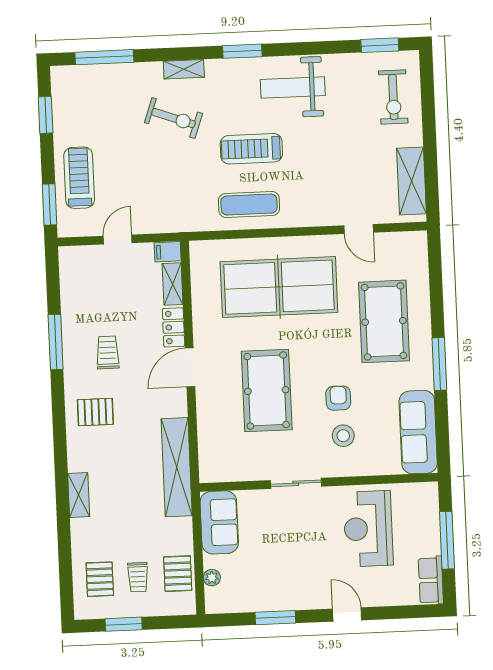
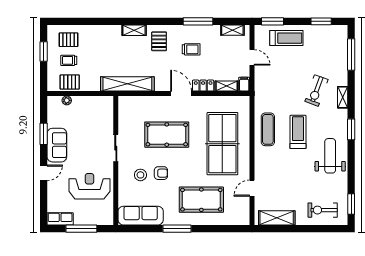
shelving: (69, 278) -> (232, 30), added
shelving: (79, 495) -> (134, 30), moved
sofa: (219, 522) -> (57, 145), moved, turned -90

